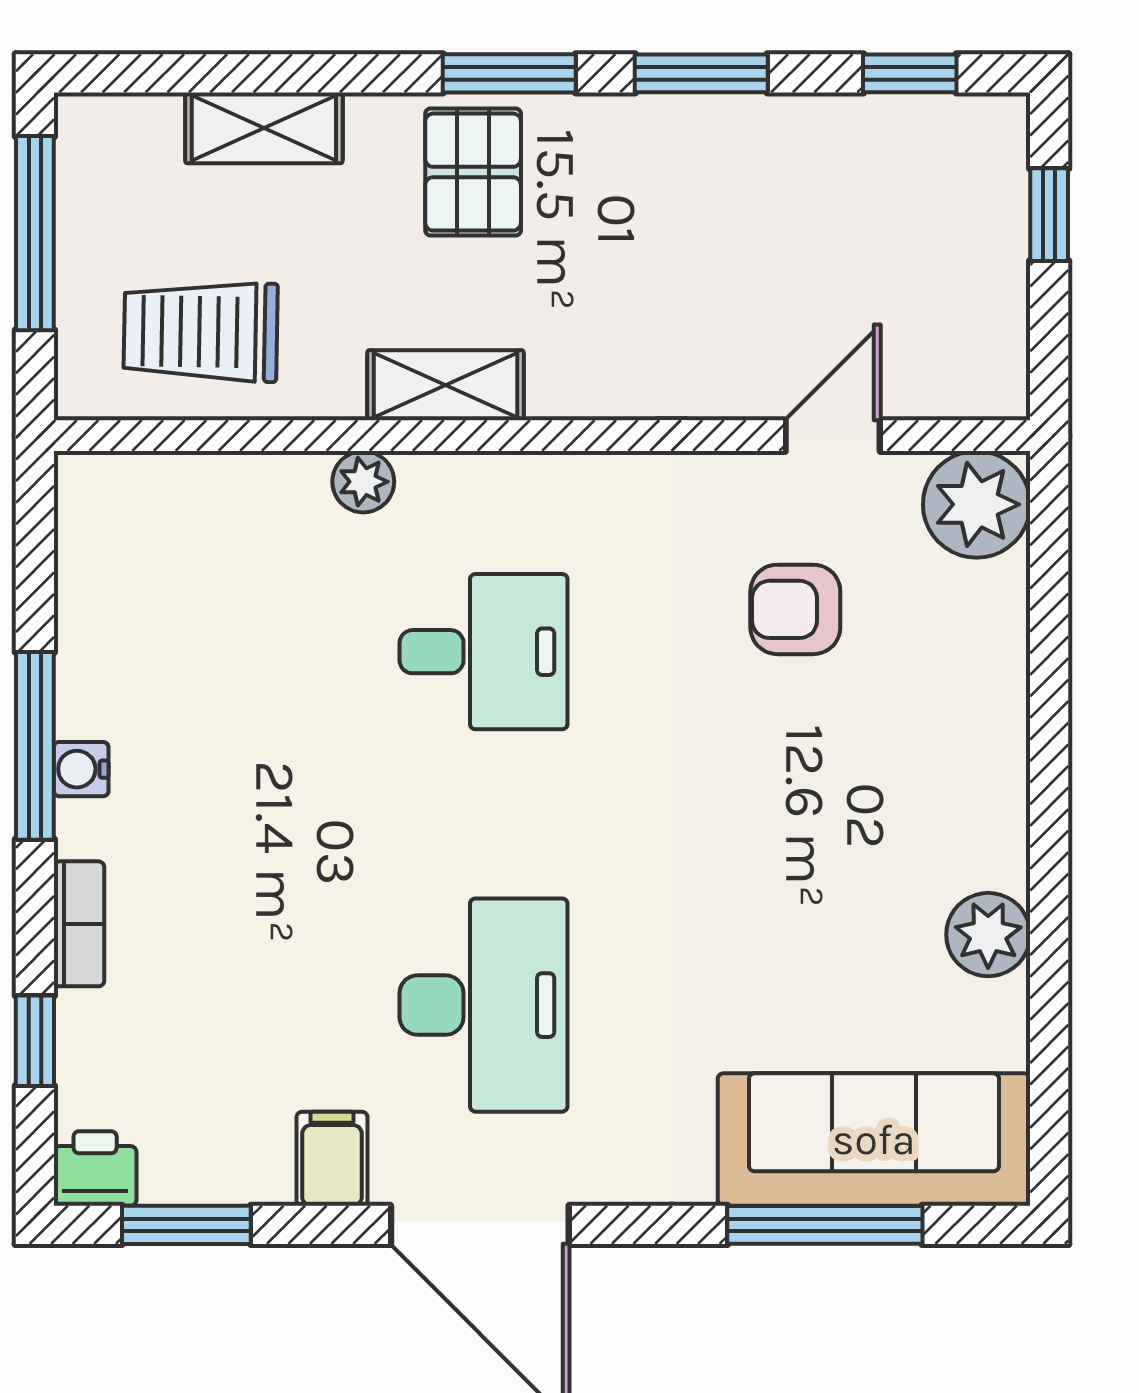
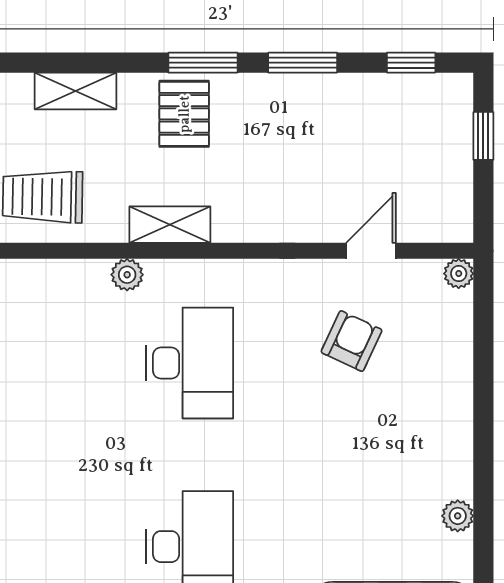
plant: (977, 504) -> (459, 274), width x0.53, depth x0.53
armchair: (795, 609) -> (352, 341), turned 115
desk: (484, 652) -> (190, 363), width x1.37
plant: (988, 935) -> (458, 516), width x0.73, depth x0.73

